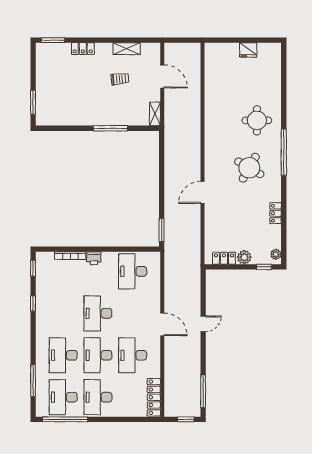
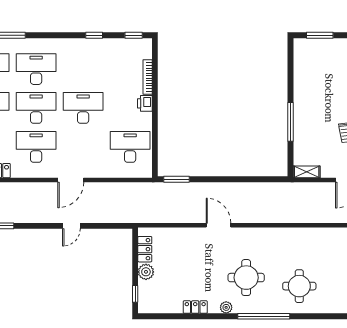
round table: (249, 168) -> (246, 278), turned -30
plant: (276, 254) -> (226, 307), moved
door: (203, 324) -> (71, 226), hinge flipped

